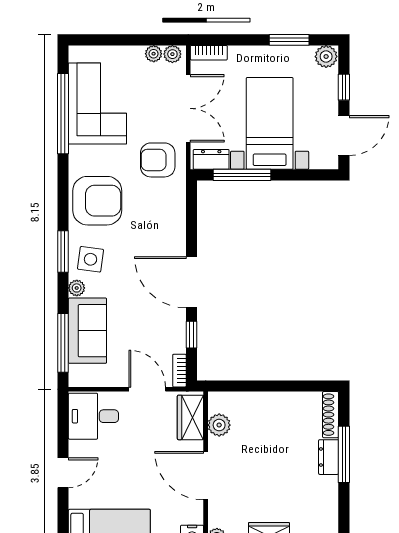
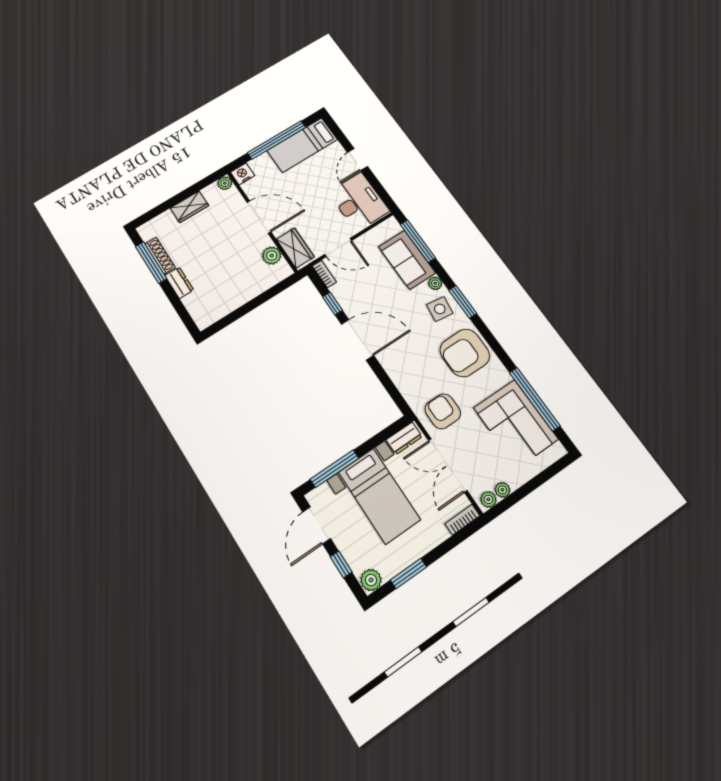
armchair: (158, 160) -> (443, 411), turned -90
window: (242, 175) -> (334, 469), moved
shoe rack: (331, 415) -> (160, 256), moved
desk: (93, 416) -> (359, 202), width x1.37
window: (344, 454) -> (151, 262), moved

